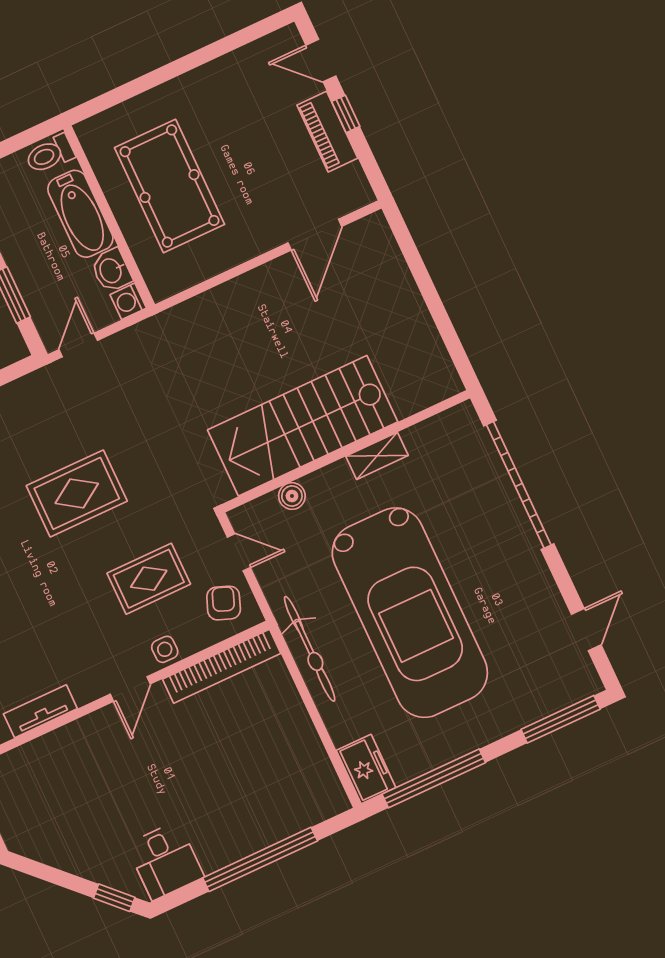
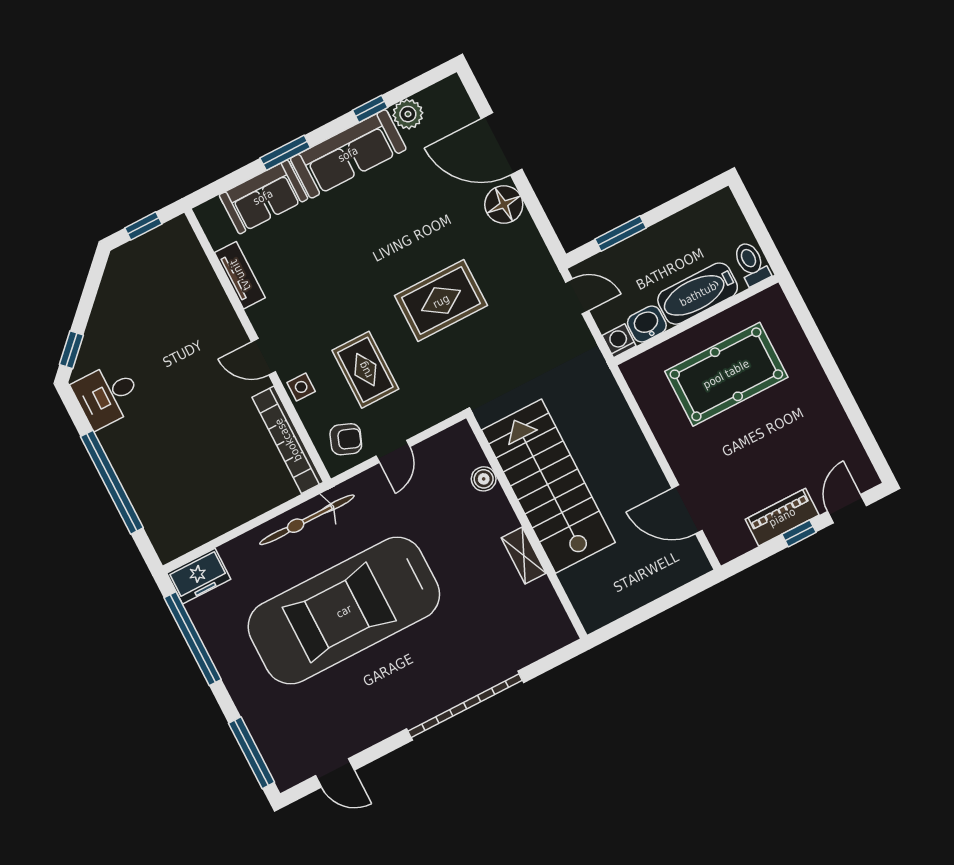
stairs: (303, 426) -> (548, 486), moved
wall: (346, 451) -> (527, 527), moved
shelving: (377, 456) -> (524, 555), moved
rug: (77, 493) -> (441, 301), turned 90
boiler: (292, 496) -> (484, 479), moved

